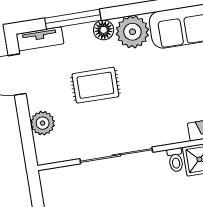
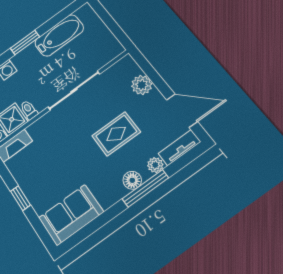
window: (73, 19) -> (145, 188), moved
plant: (132, 32) -> (155, 165), moved, width x0.53, depth x0.53

